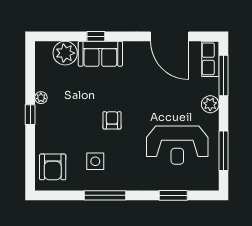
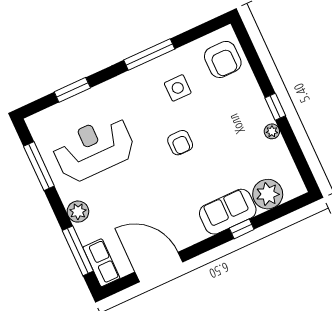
armchair: (53, 167) -> (223, 59), turned 180

